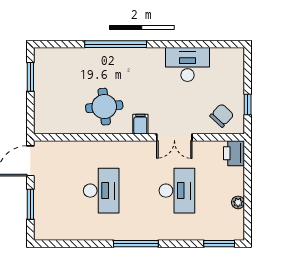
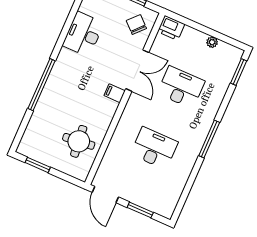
round table: (104, 107) -> (79, 141), moved
double door: (174, 137) -> (137, 71), width x1.37

